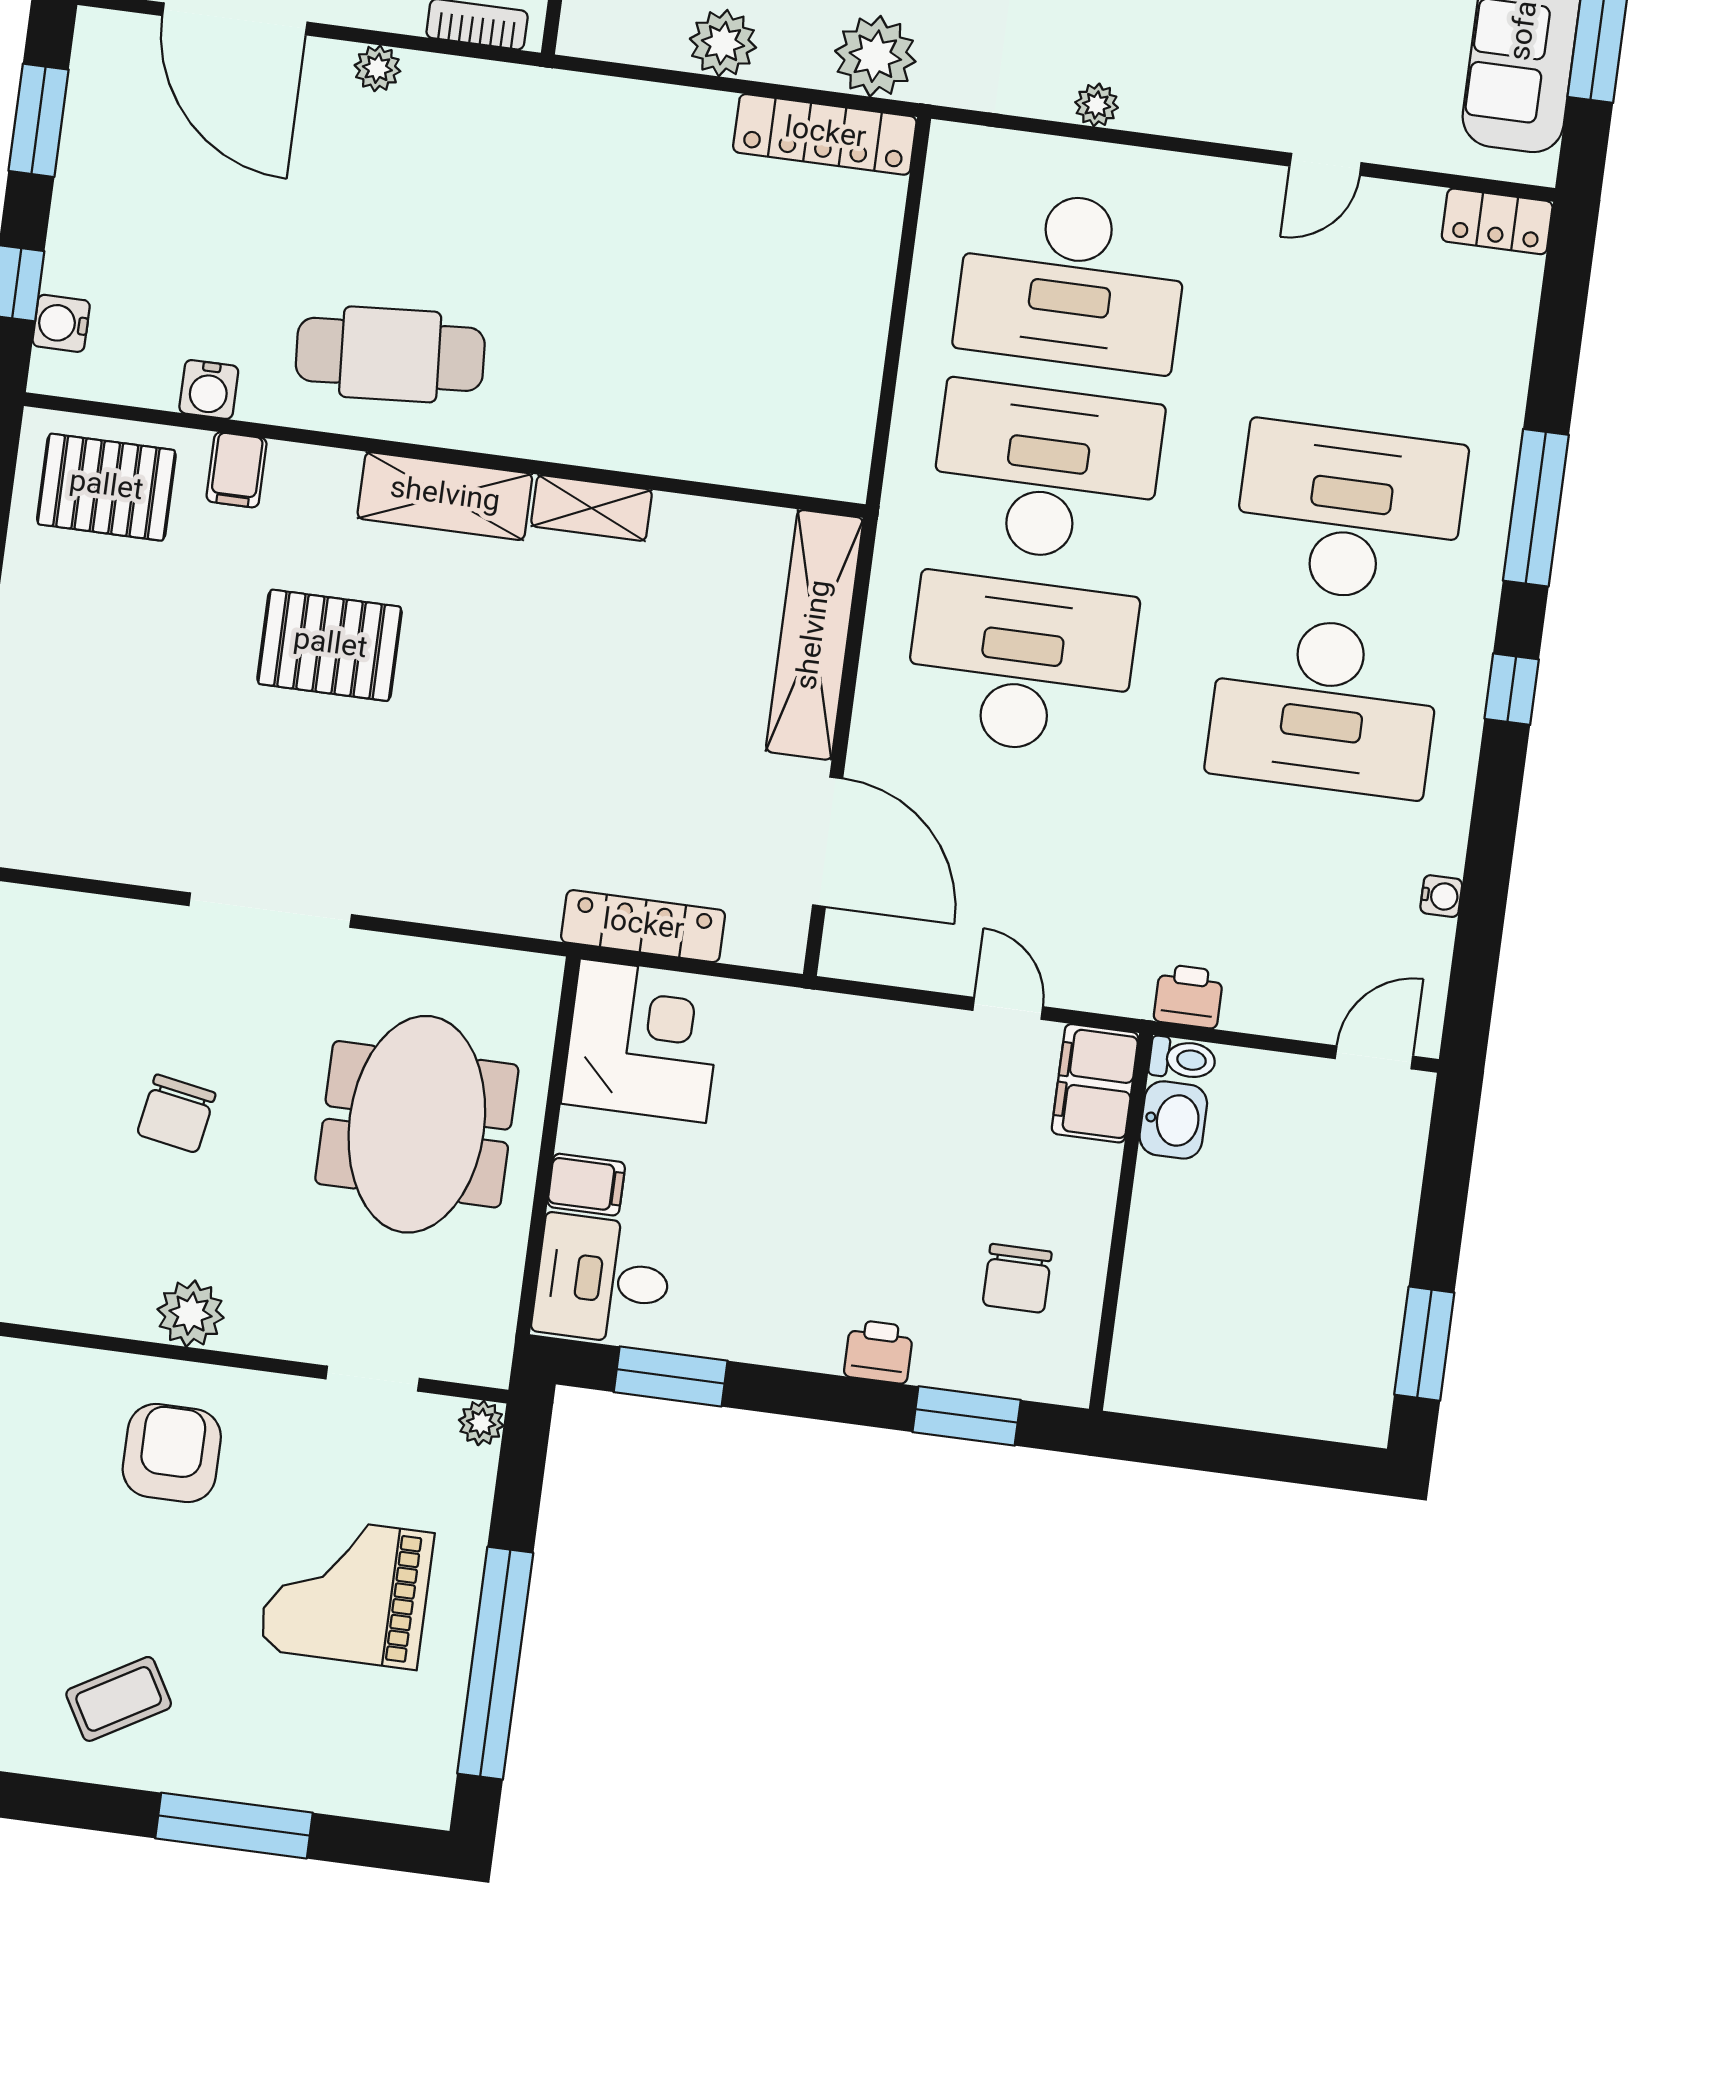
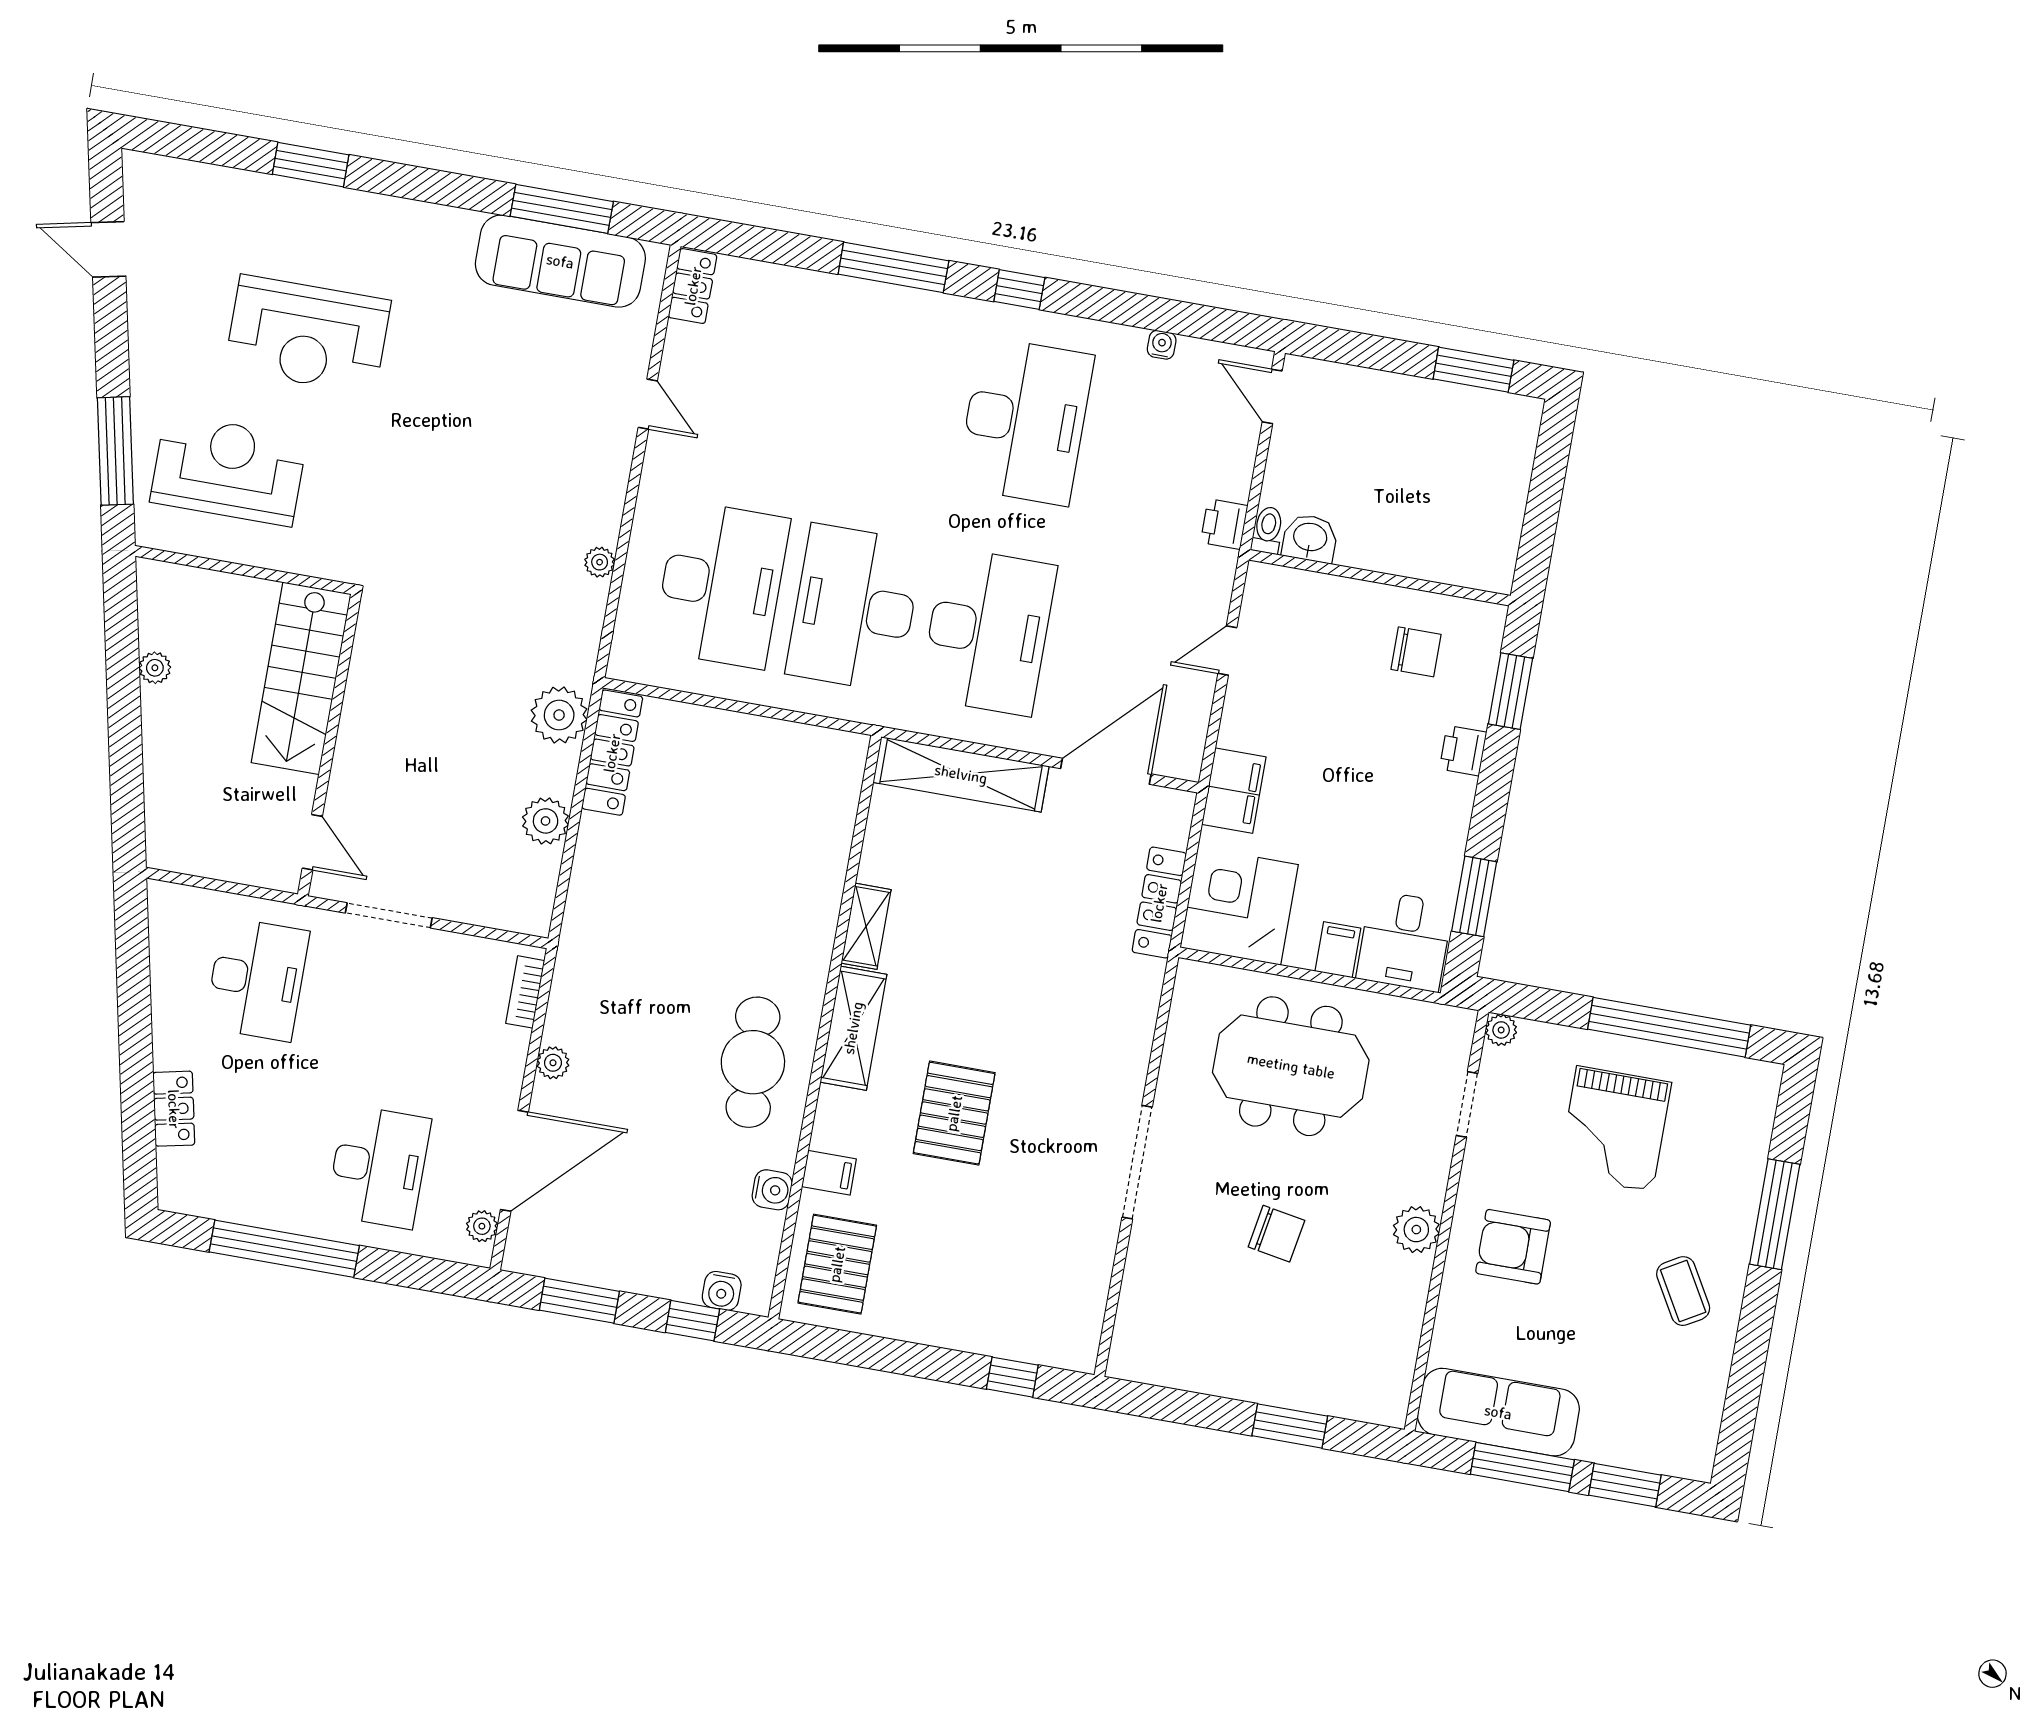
desk: (1350, 513) -> (892, 398), removed
desk: (1021, 665) -> (988, 632), turned 180
filing cabinet: (1095, 1083) -> (1234, 791), moved, turned -90

